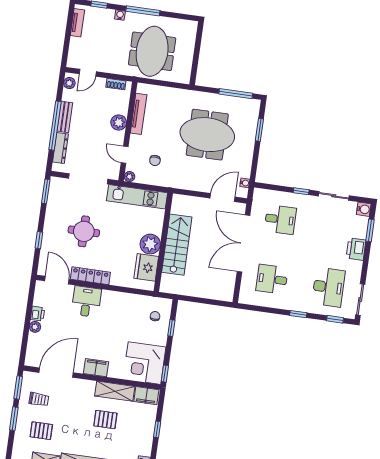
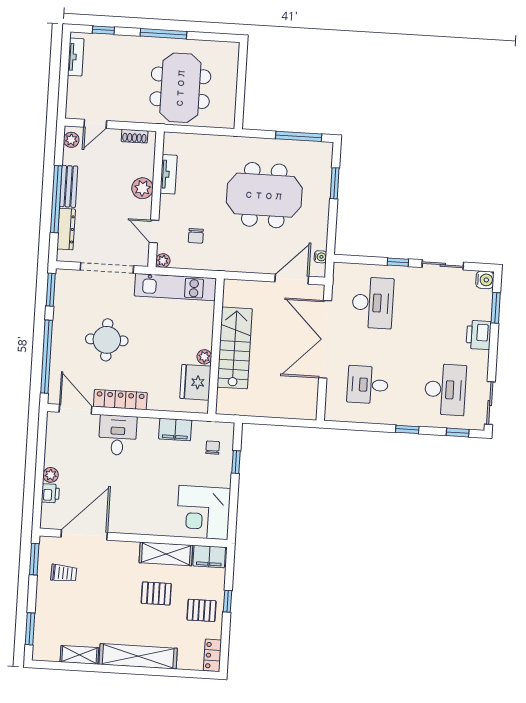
water cooler: (120, 15) -> (133, 42), removed
tv unit: (139, 114) -> (169, 174), width x0.71
desk: (280, 219) -> (373, 303), width x1.37
window: (39, 240) -> (47, 357), width x3.17
plant: (150, 244) -> (204, 357), width x0.53, depth x0.53
printer: (38, 314) -> (50, 493), moved
filing cabinet: (96, 368) -> (175, 429), moved, turned 180
window: (165, 374) -> (232, 525), removed
window: (14, 419) -> (30, 629), moved
pallet: (41, 431) -> (201, 610), moved

